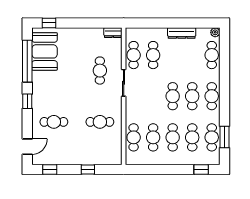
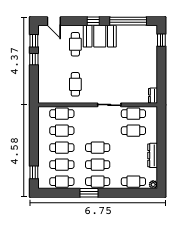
booth: (44, 51) -> (100, 36), moved
cafe table: (100, 71) -> (120, 84), removed
window: (225, 137) -> (89, 193), moved
window: (88, 170) -> (34, 59), moved

